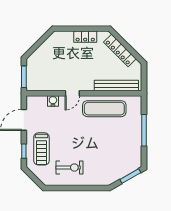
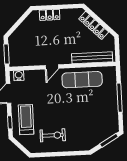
locker: (85, 37) -> (50, 15), moved
water cooler: (53, 101) -> (19, 76), moved
treadmill: (41, 149) -> (26, 120), turned 180

